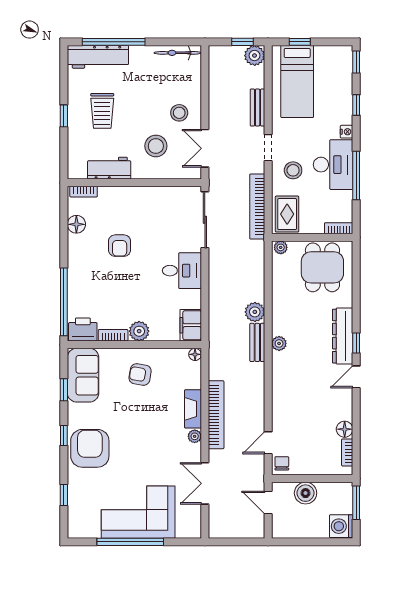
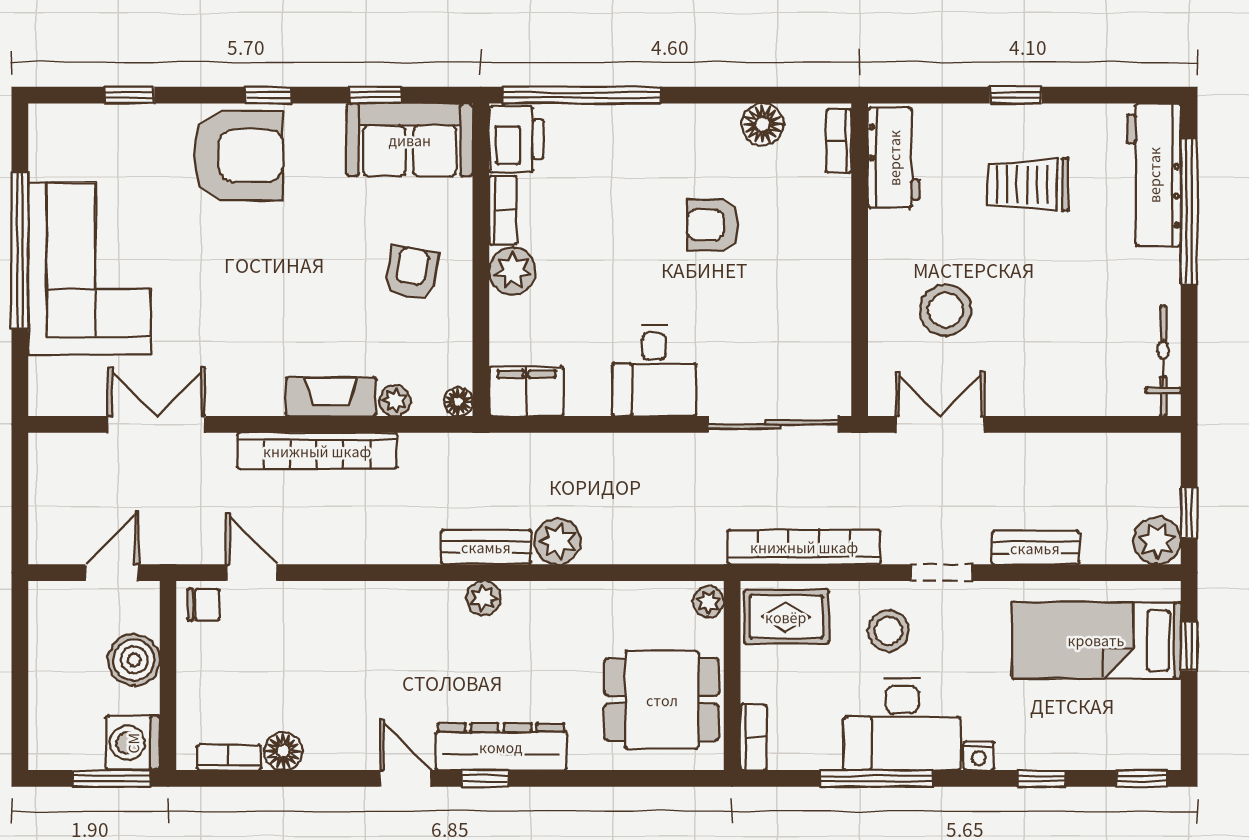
stool: (179, 113) -> (1023, 365), removed
workbench: (109, 168) -> (894, 158), moved
plant: (195, 436) -> (395, 401), moved
washing machine: (341, 526) -> (133, 743), moved, turned -90

